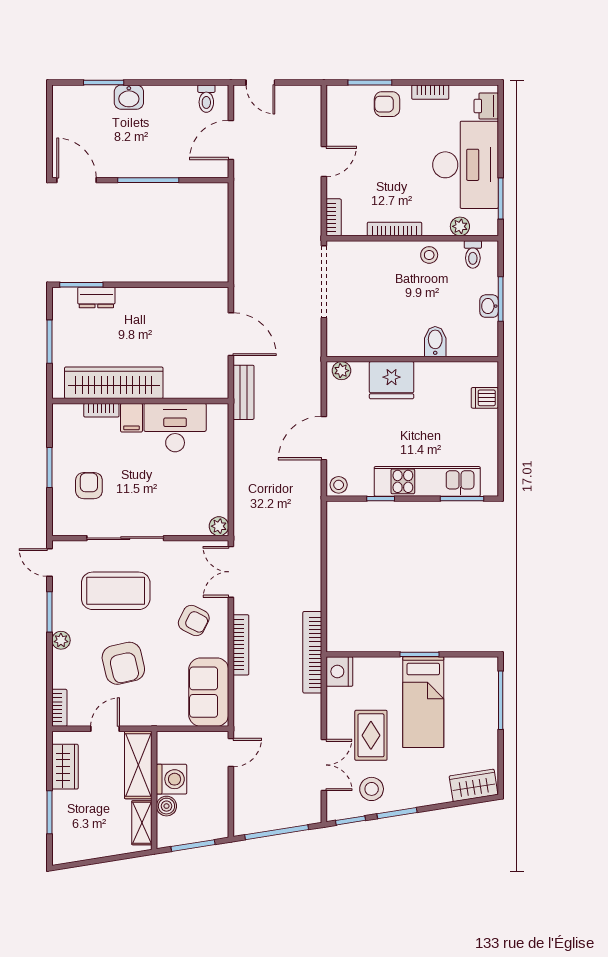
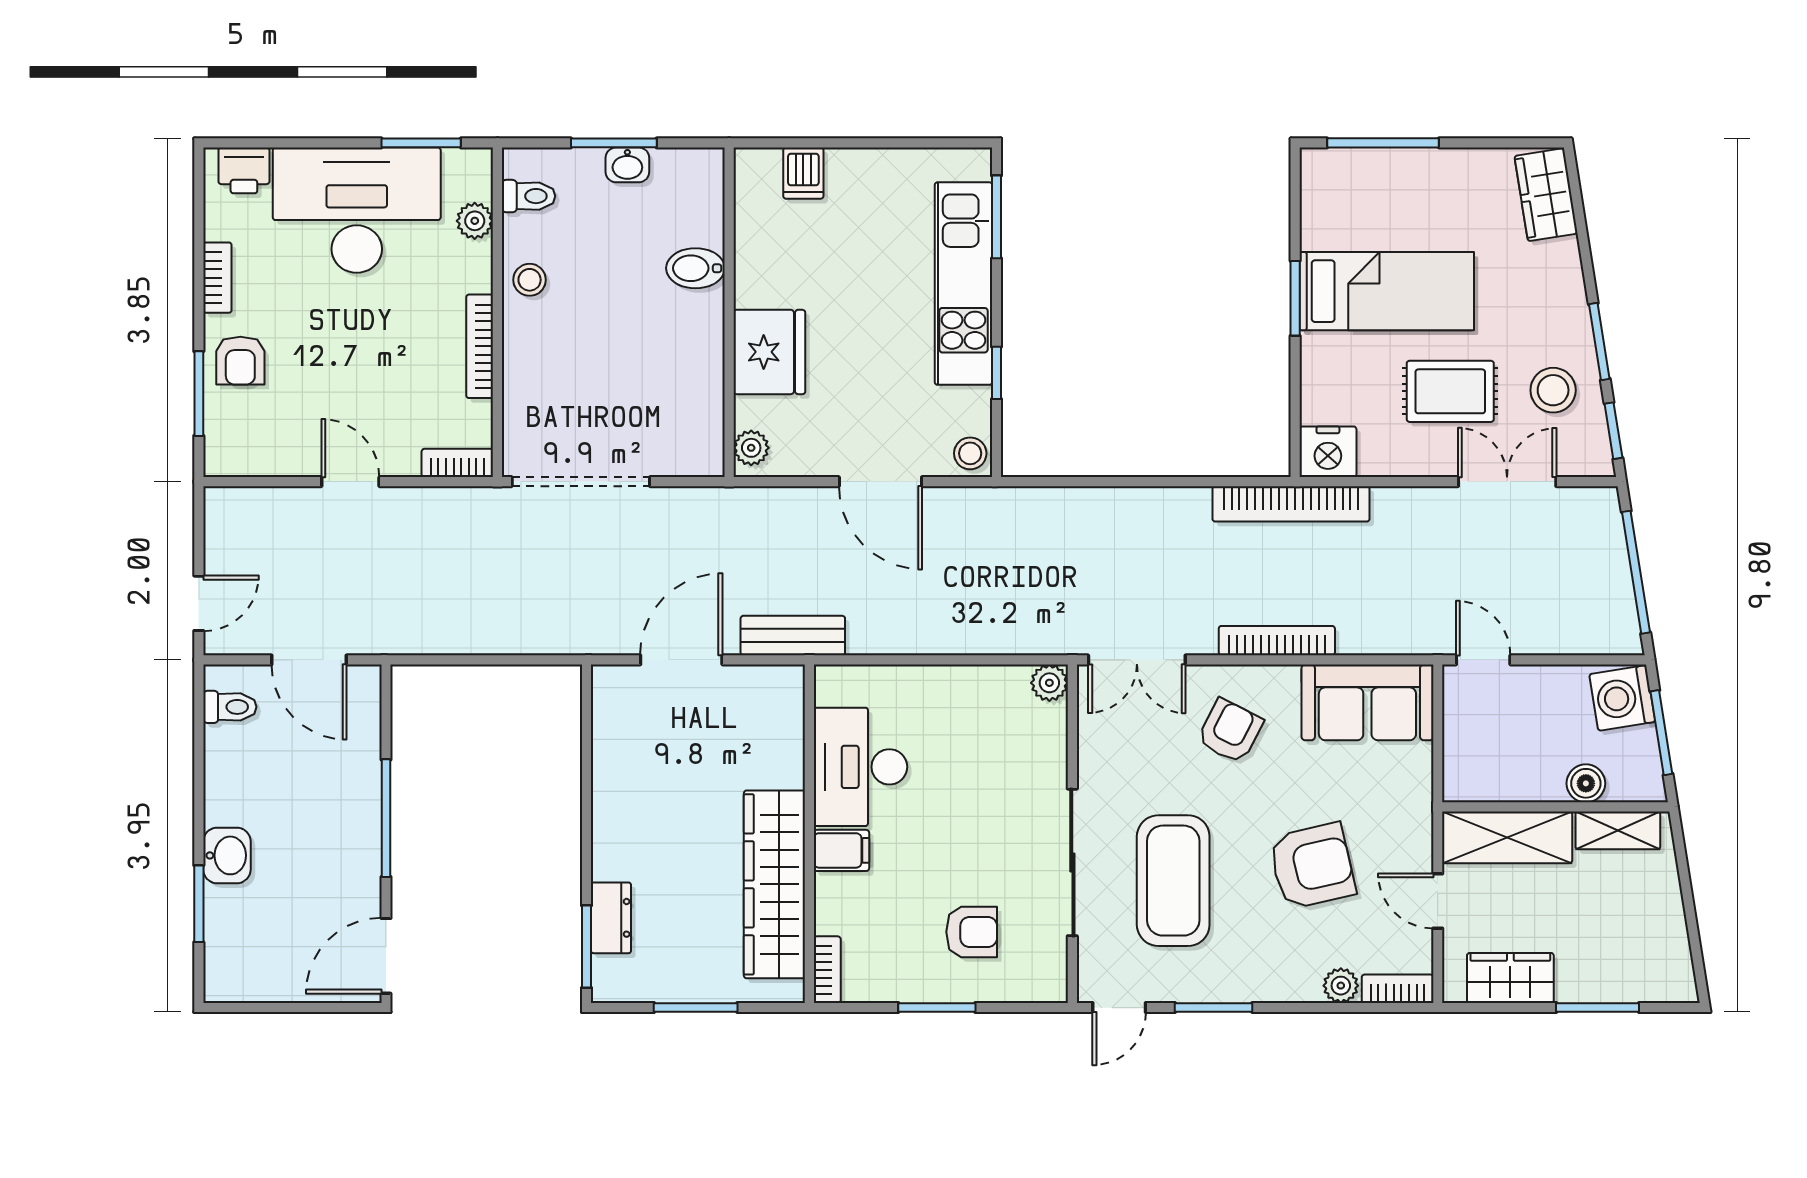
bookcase: (101, 410) -> (827, 970), moved
armchair: (89, 486) -> (972, 932), turned 180
plant: (61, 640) -> (1341, 986), moved
washing machine: (172, 779) -> (1622, 698), moved, turned -99

